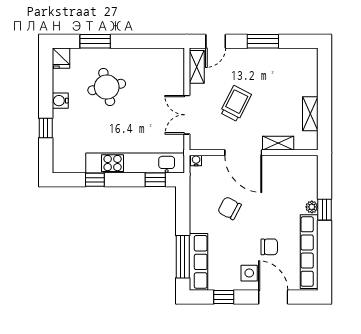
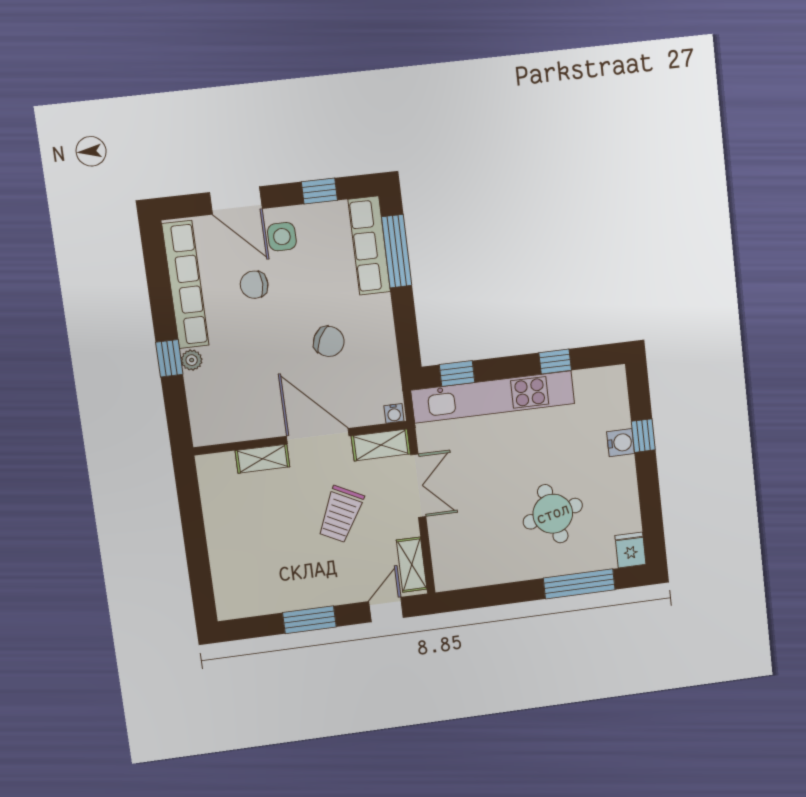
window: (95, 41) -> (579, 584), width x1.44
water cooler: (60, 101) -> (621, 443), moved
shelving: (310, 114) -> (381, 445), moved, turned 90

